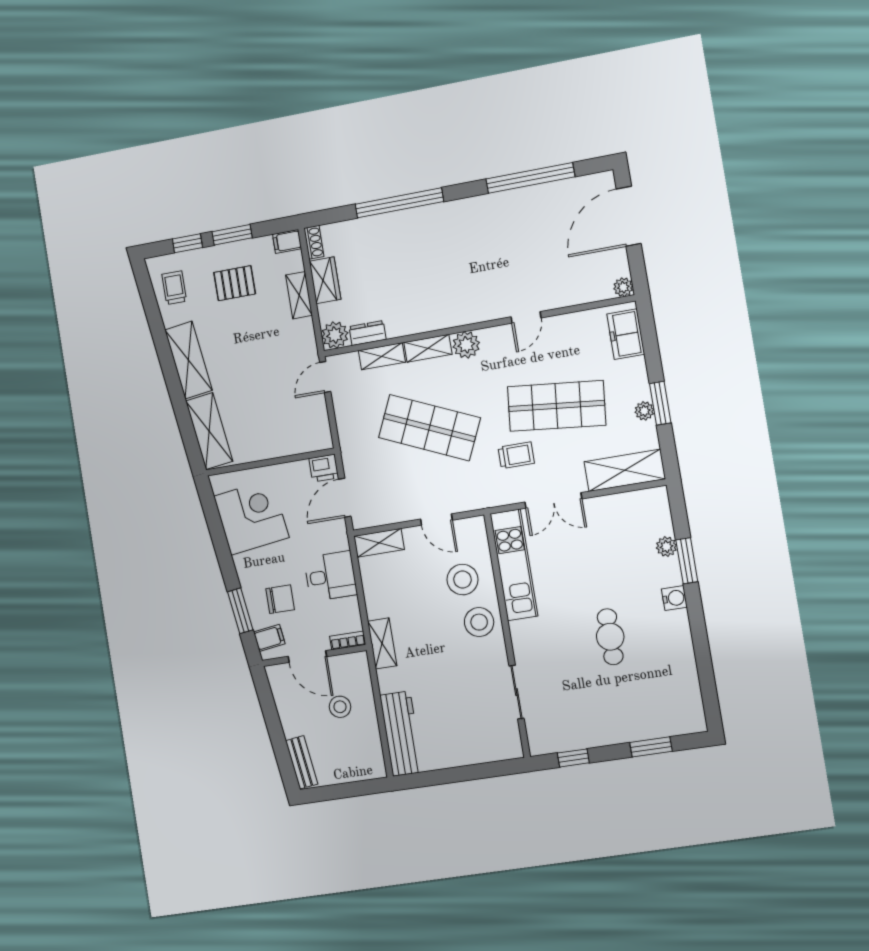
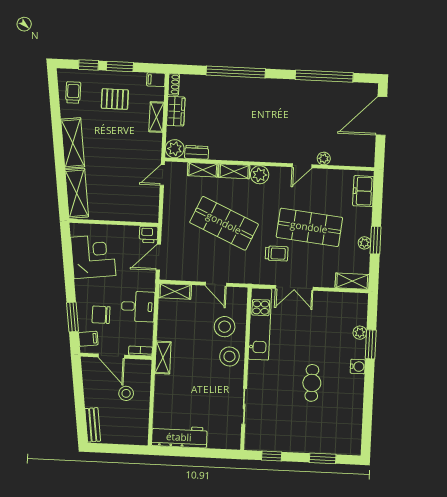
plant: (623, 287) -> (324, 159), moved
shelving: (625, 470) -> (352, 281), width x0.67, depth x0.75
chair: (280, 599) -> (101, 315), turned 180
workbench: (401, 734) -> (179, 437), moved, turned -90

